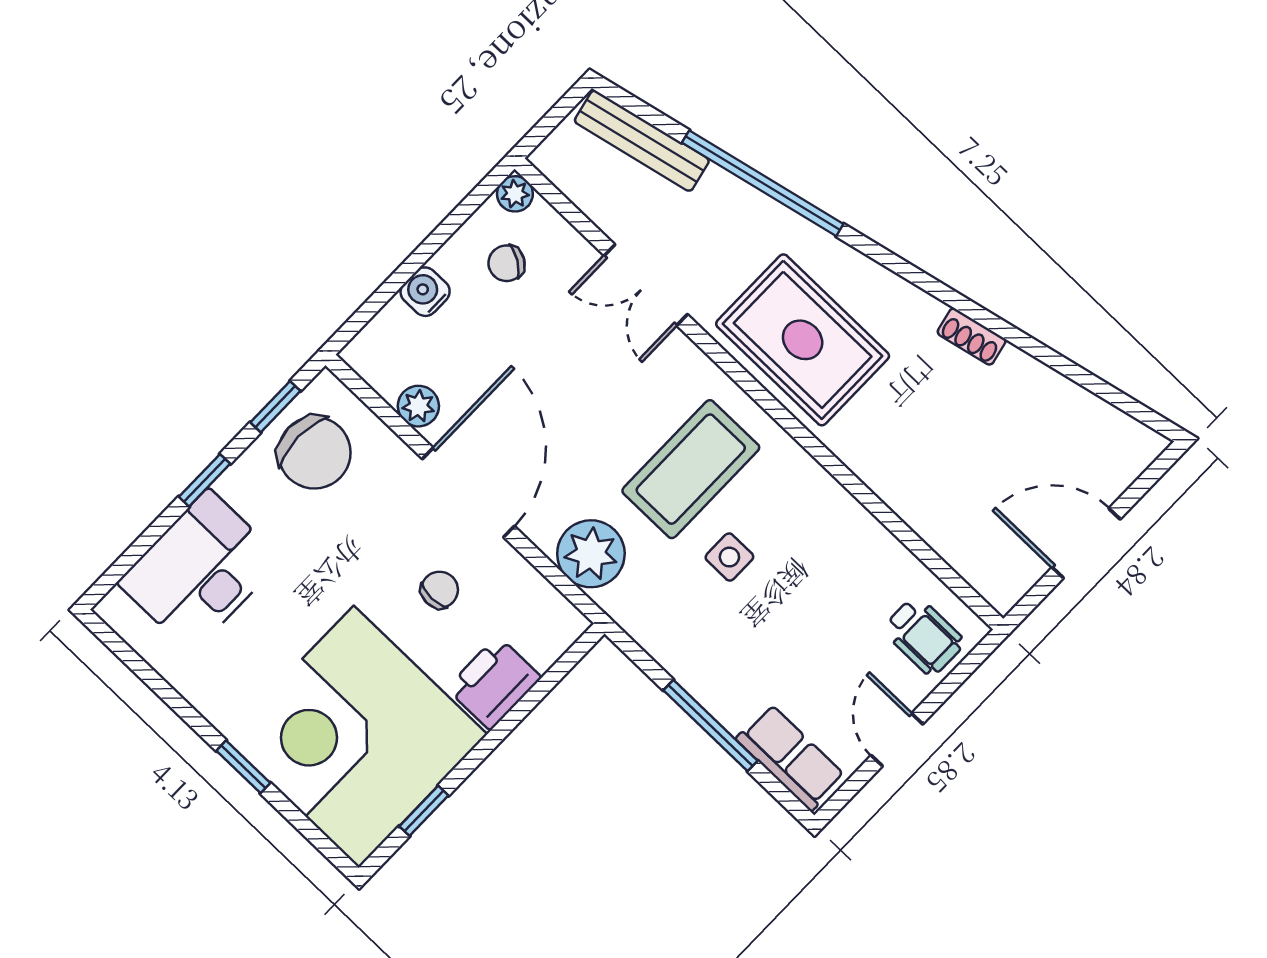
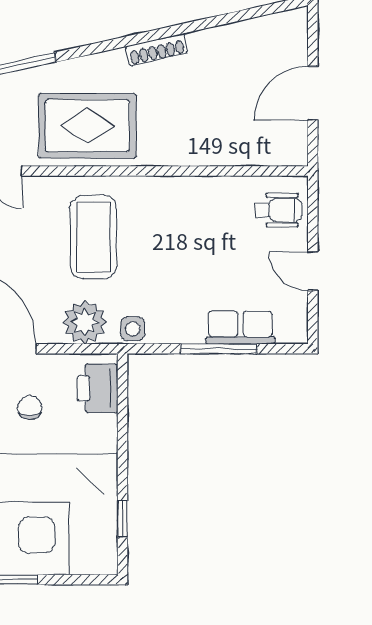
shoe rack: (972, 336) -> (157, 50), width x1.43
side table: (729, 557) -> (133, 329), moved
printer: (494, 683) -> (98, 388), moved
row of seats: (791, 757) -> (240, 328), moved

